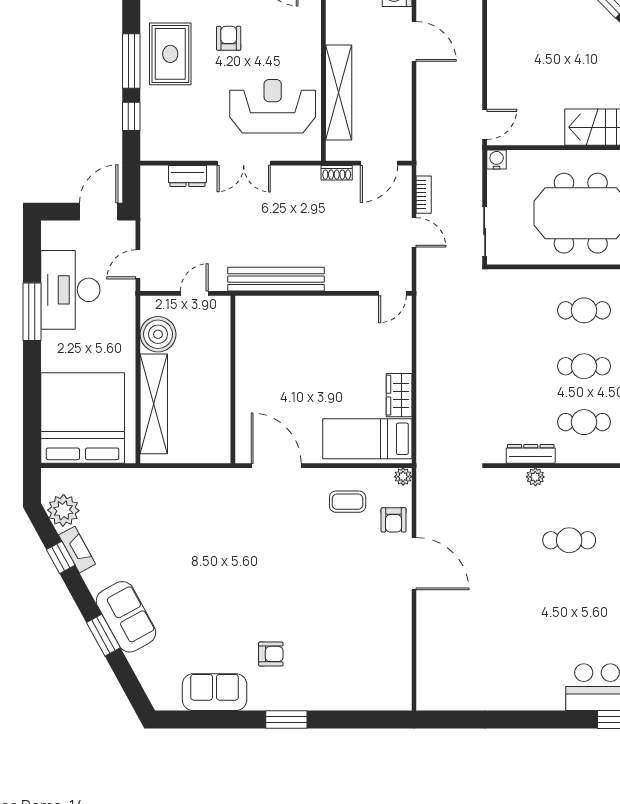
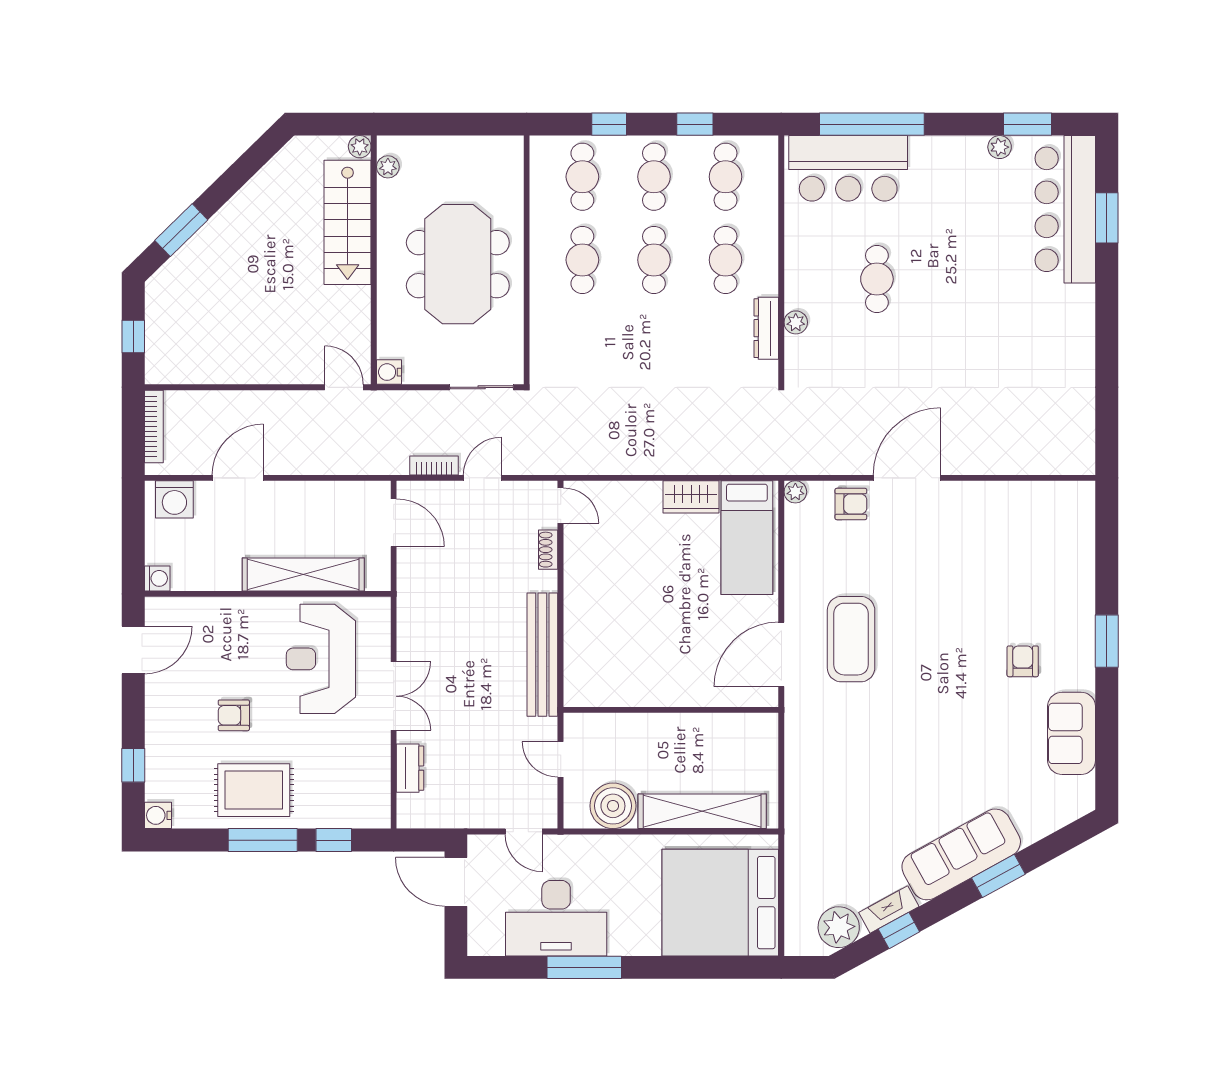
shoe rack: (337, 173) -> (548, 550), moved, turned 180
coffee table: (348, 502) -> (851, 639), moved, width x1.86, depth x1.72
sofa: (126, 617) -> (961, 854), width x1.36

